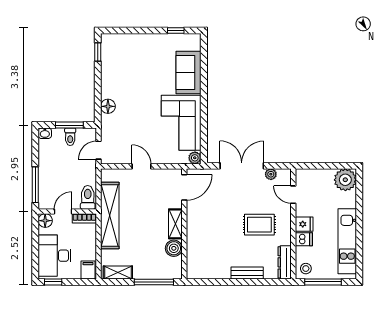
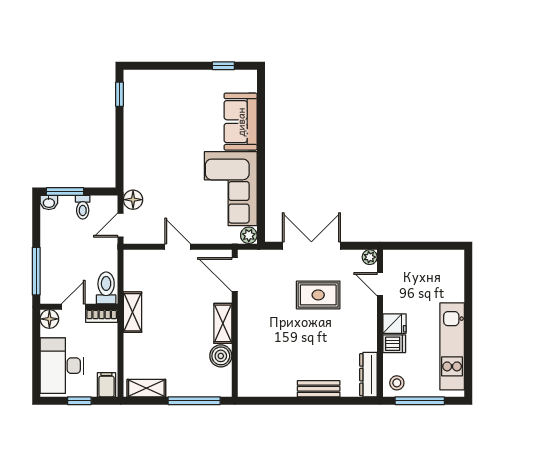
floor lamp: (108, 106) -> (133, 200), moved
window: (69, 125) -> (65, 192), moved
plant: (271, 174) -> (370, 257), moved
plant: (345, 180) -> (449, 265), removed
door: (184, 187) -> (235, 275), swing flipped
shelving: (110, 215) -> (132, 312), width x0.45, depth x0.75
rug: (259, 225) -> (318, 295), moved
window: (53, 282) -> (79, 401), moved

